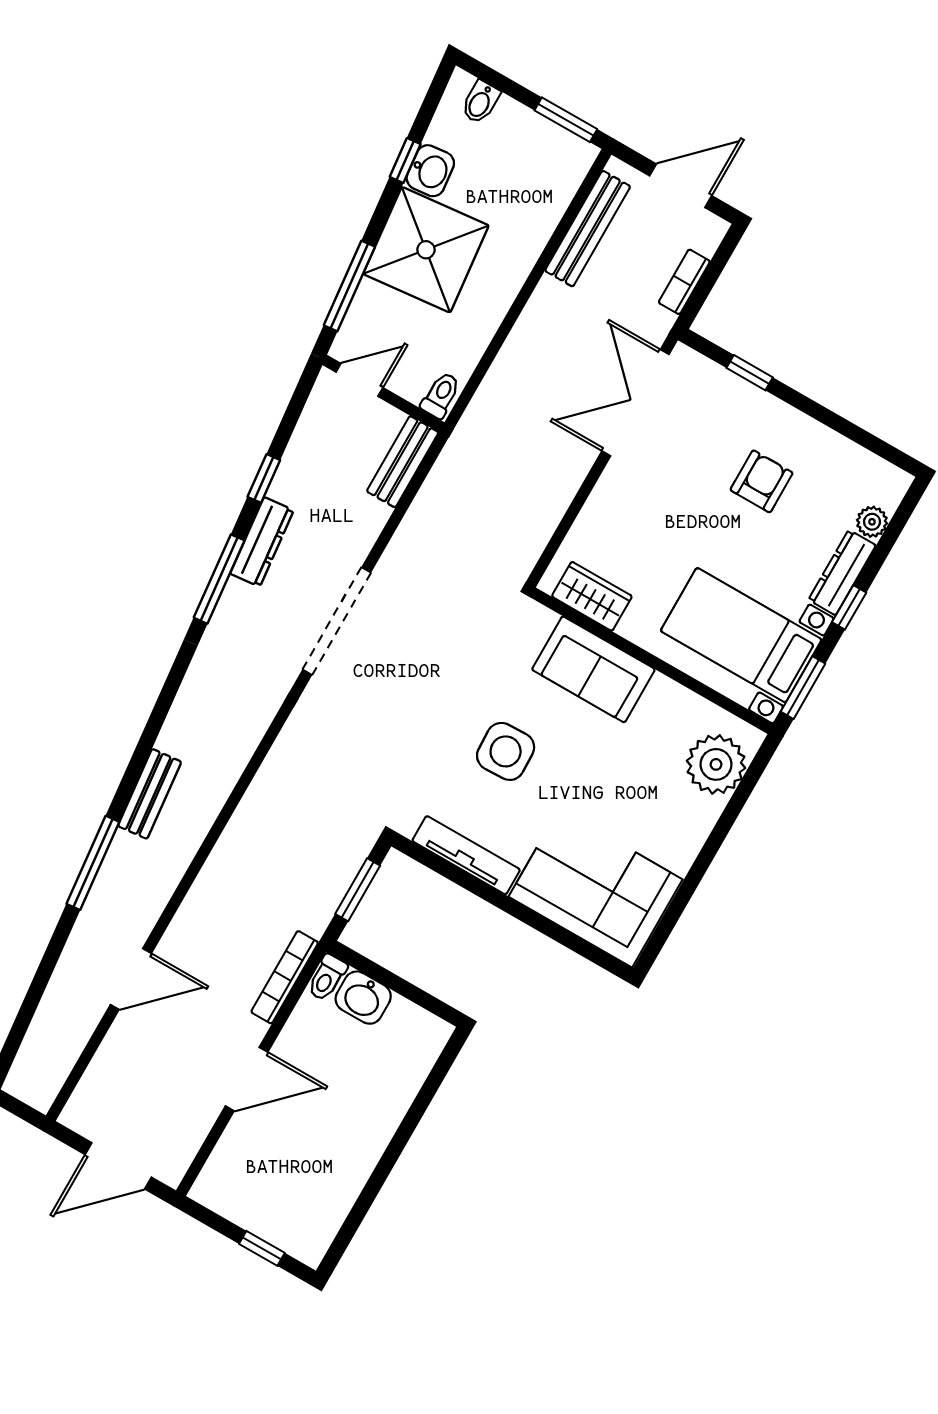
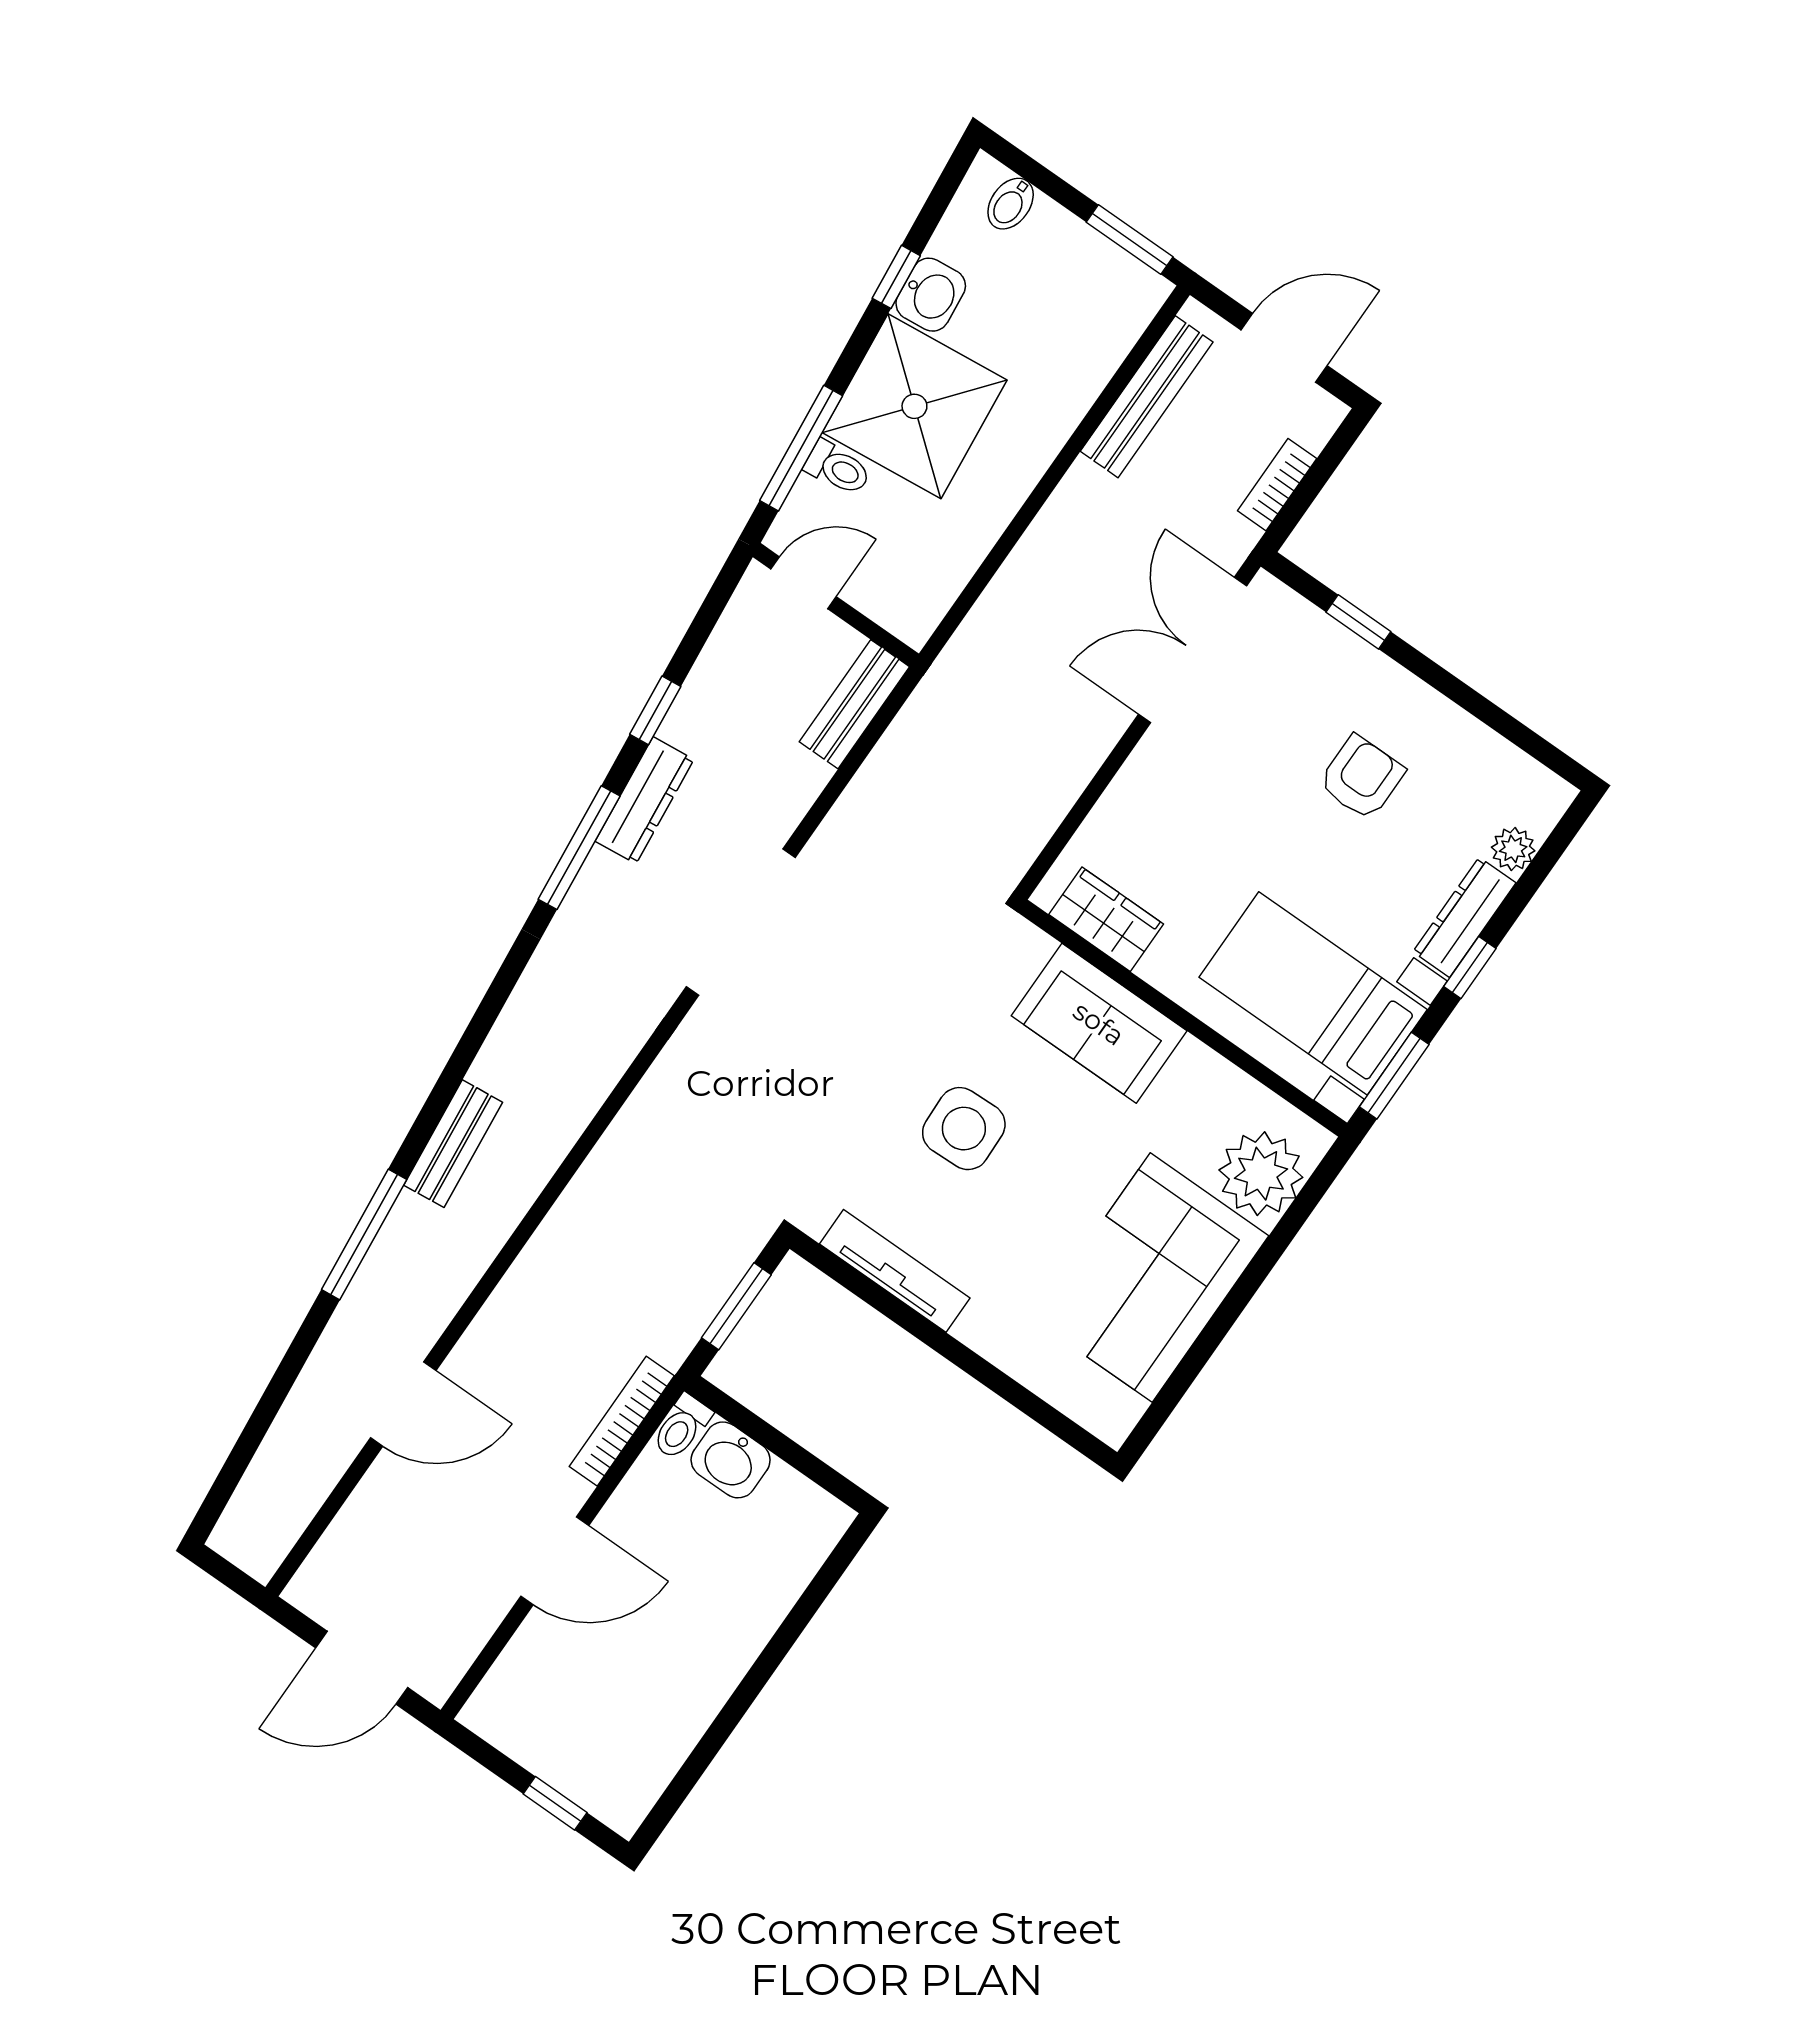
toilet: (441, 395) -> (838, 468), moved, turned 84
corner sofa: (596, 888) -> (1151, 1278), moved, turned -90

